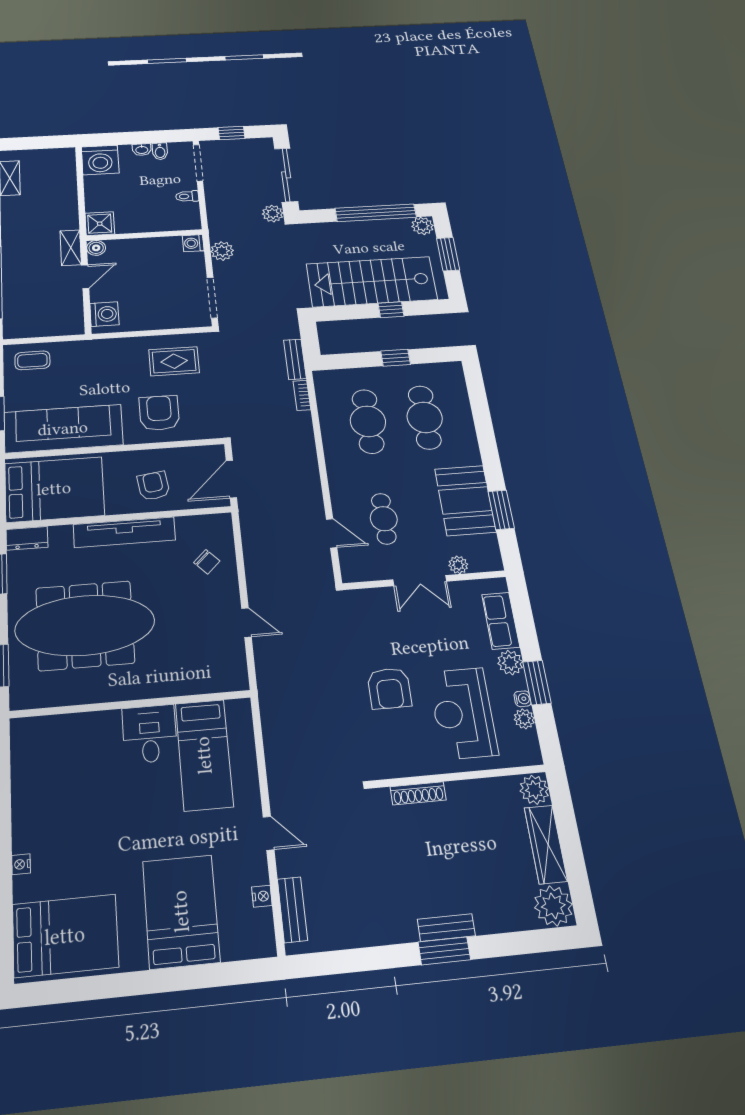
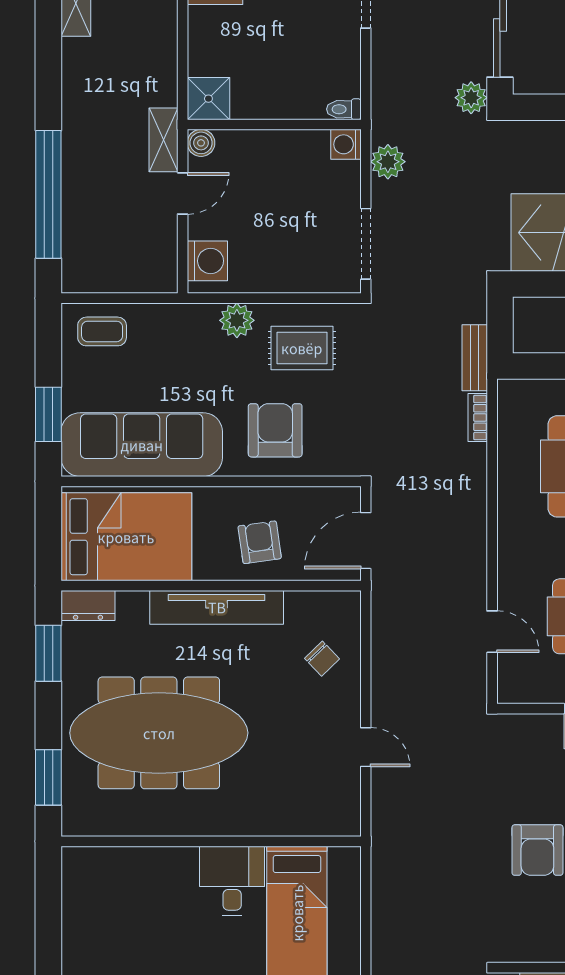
toilet: (187, 196) -> (344, 109), moved
plant: (127, 348) -> (237, 320), added

